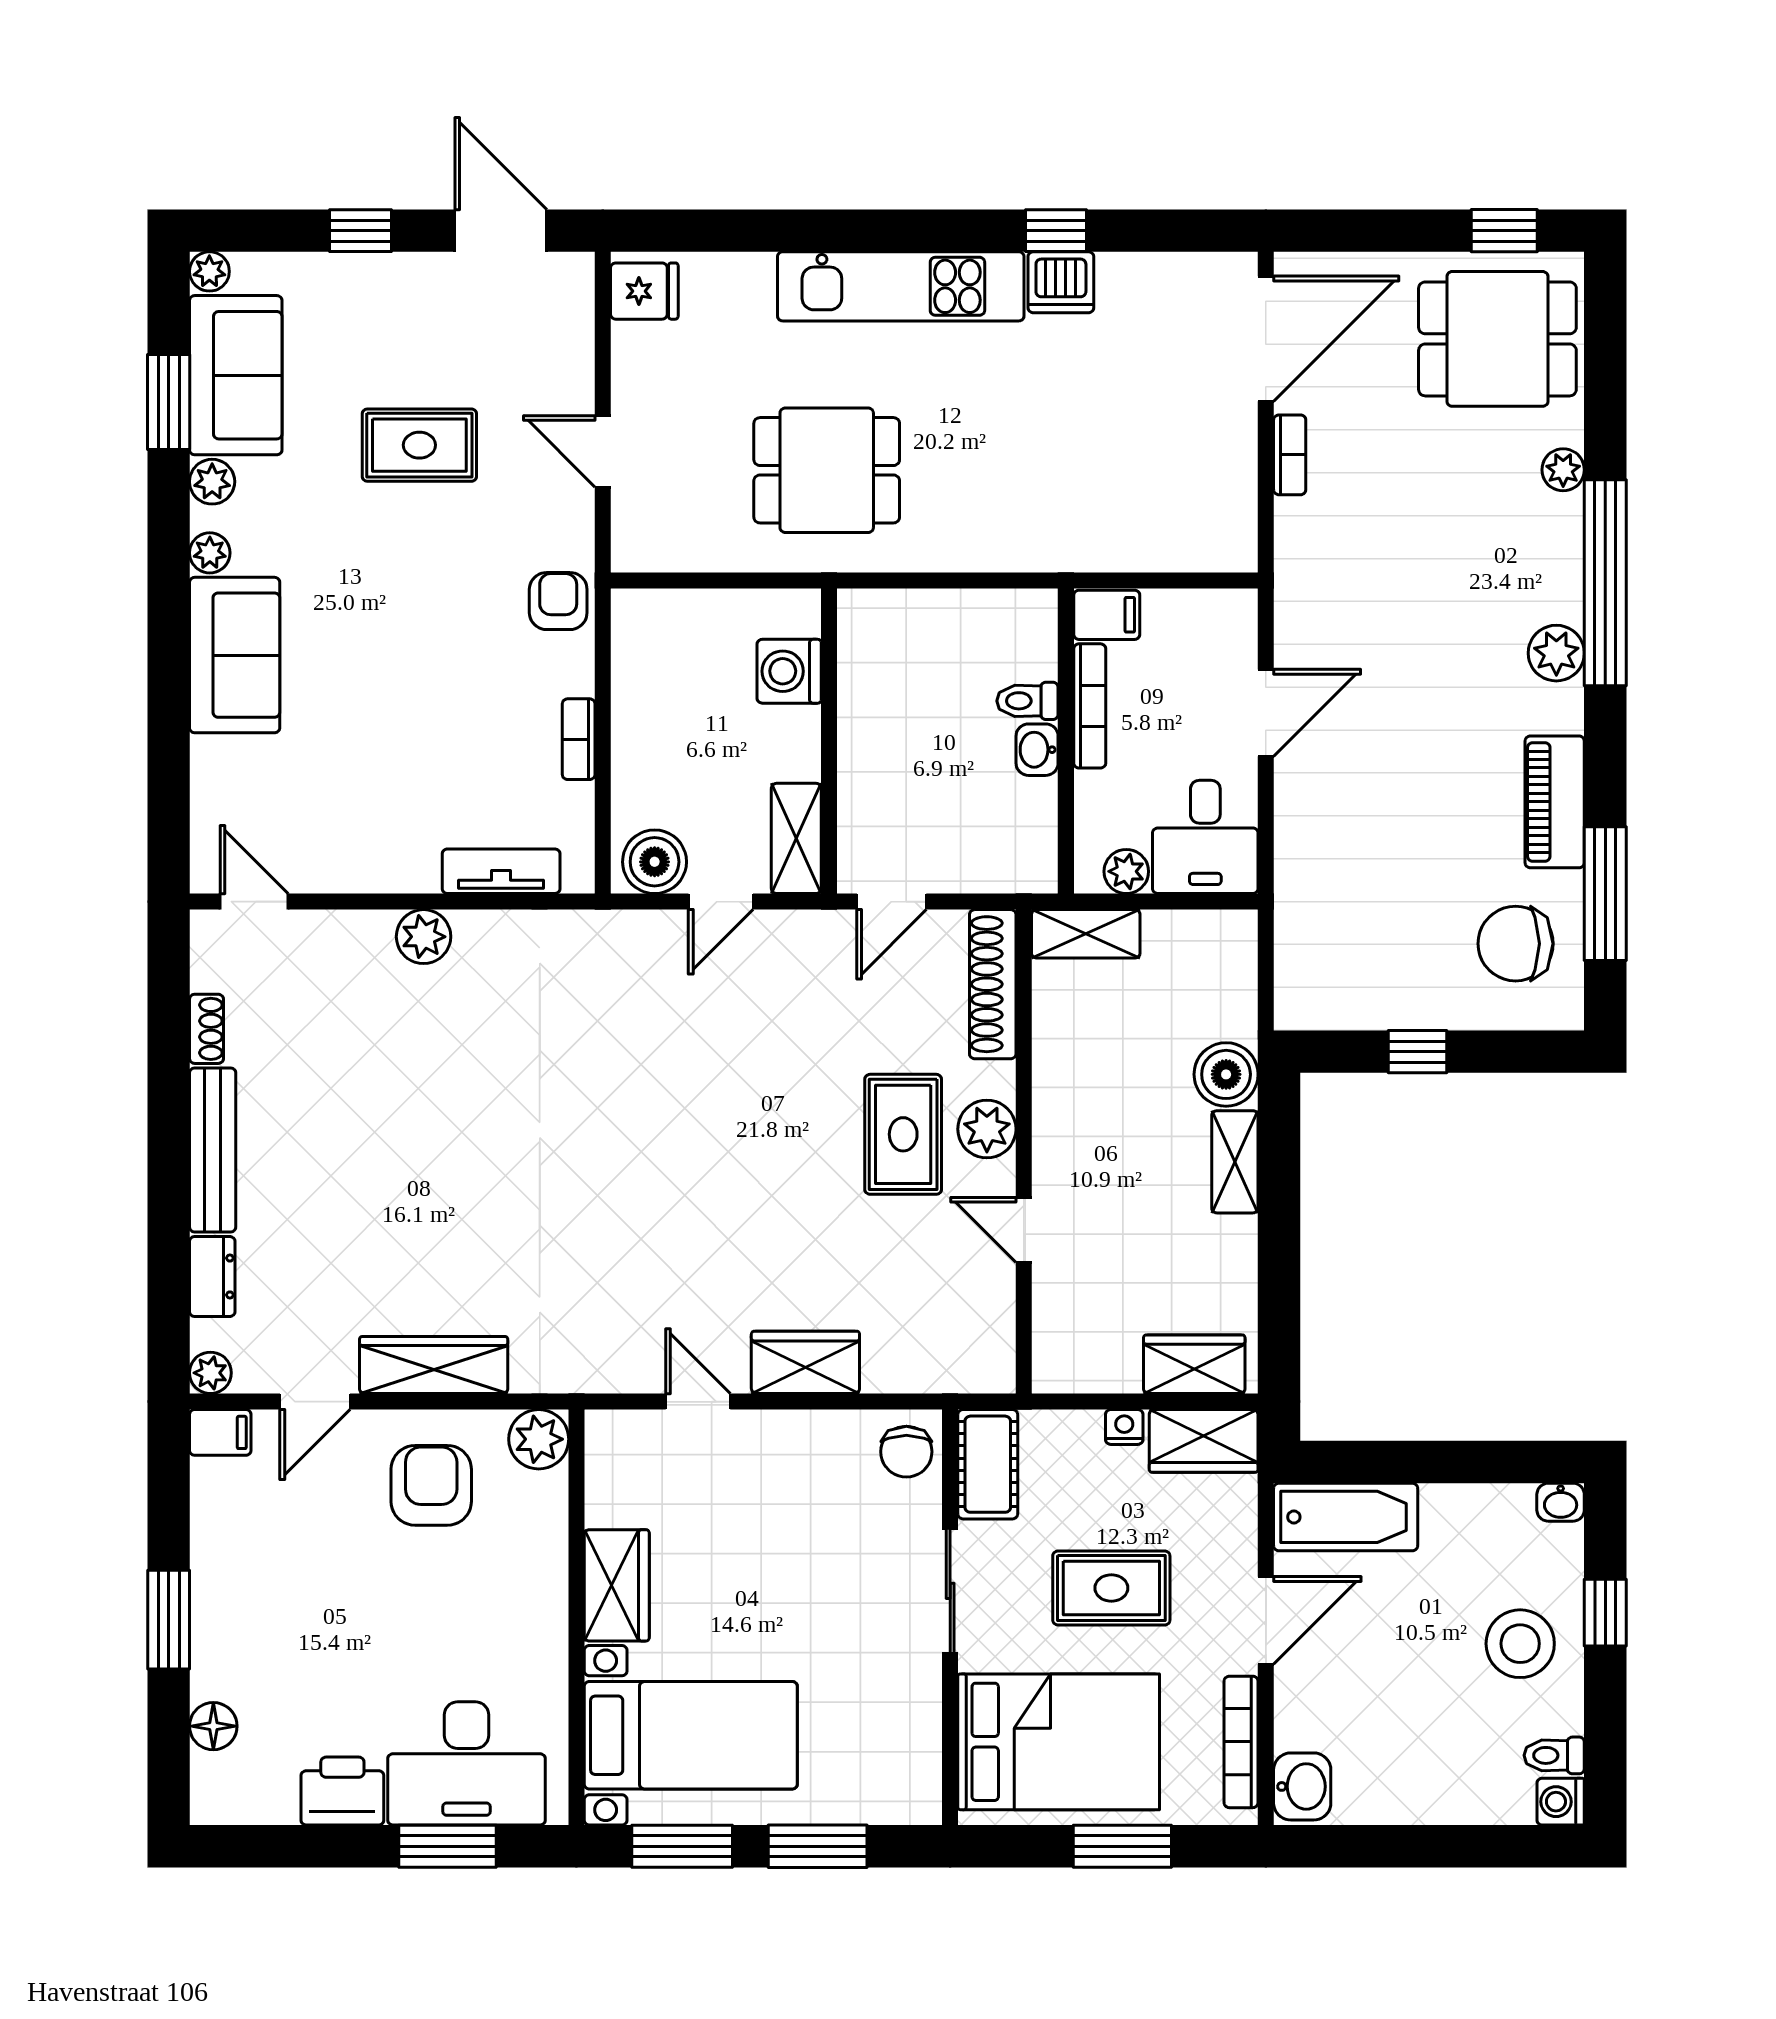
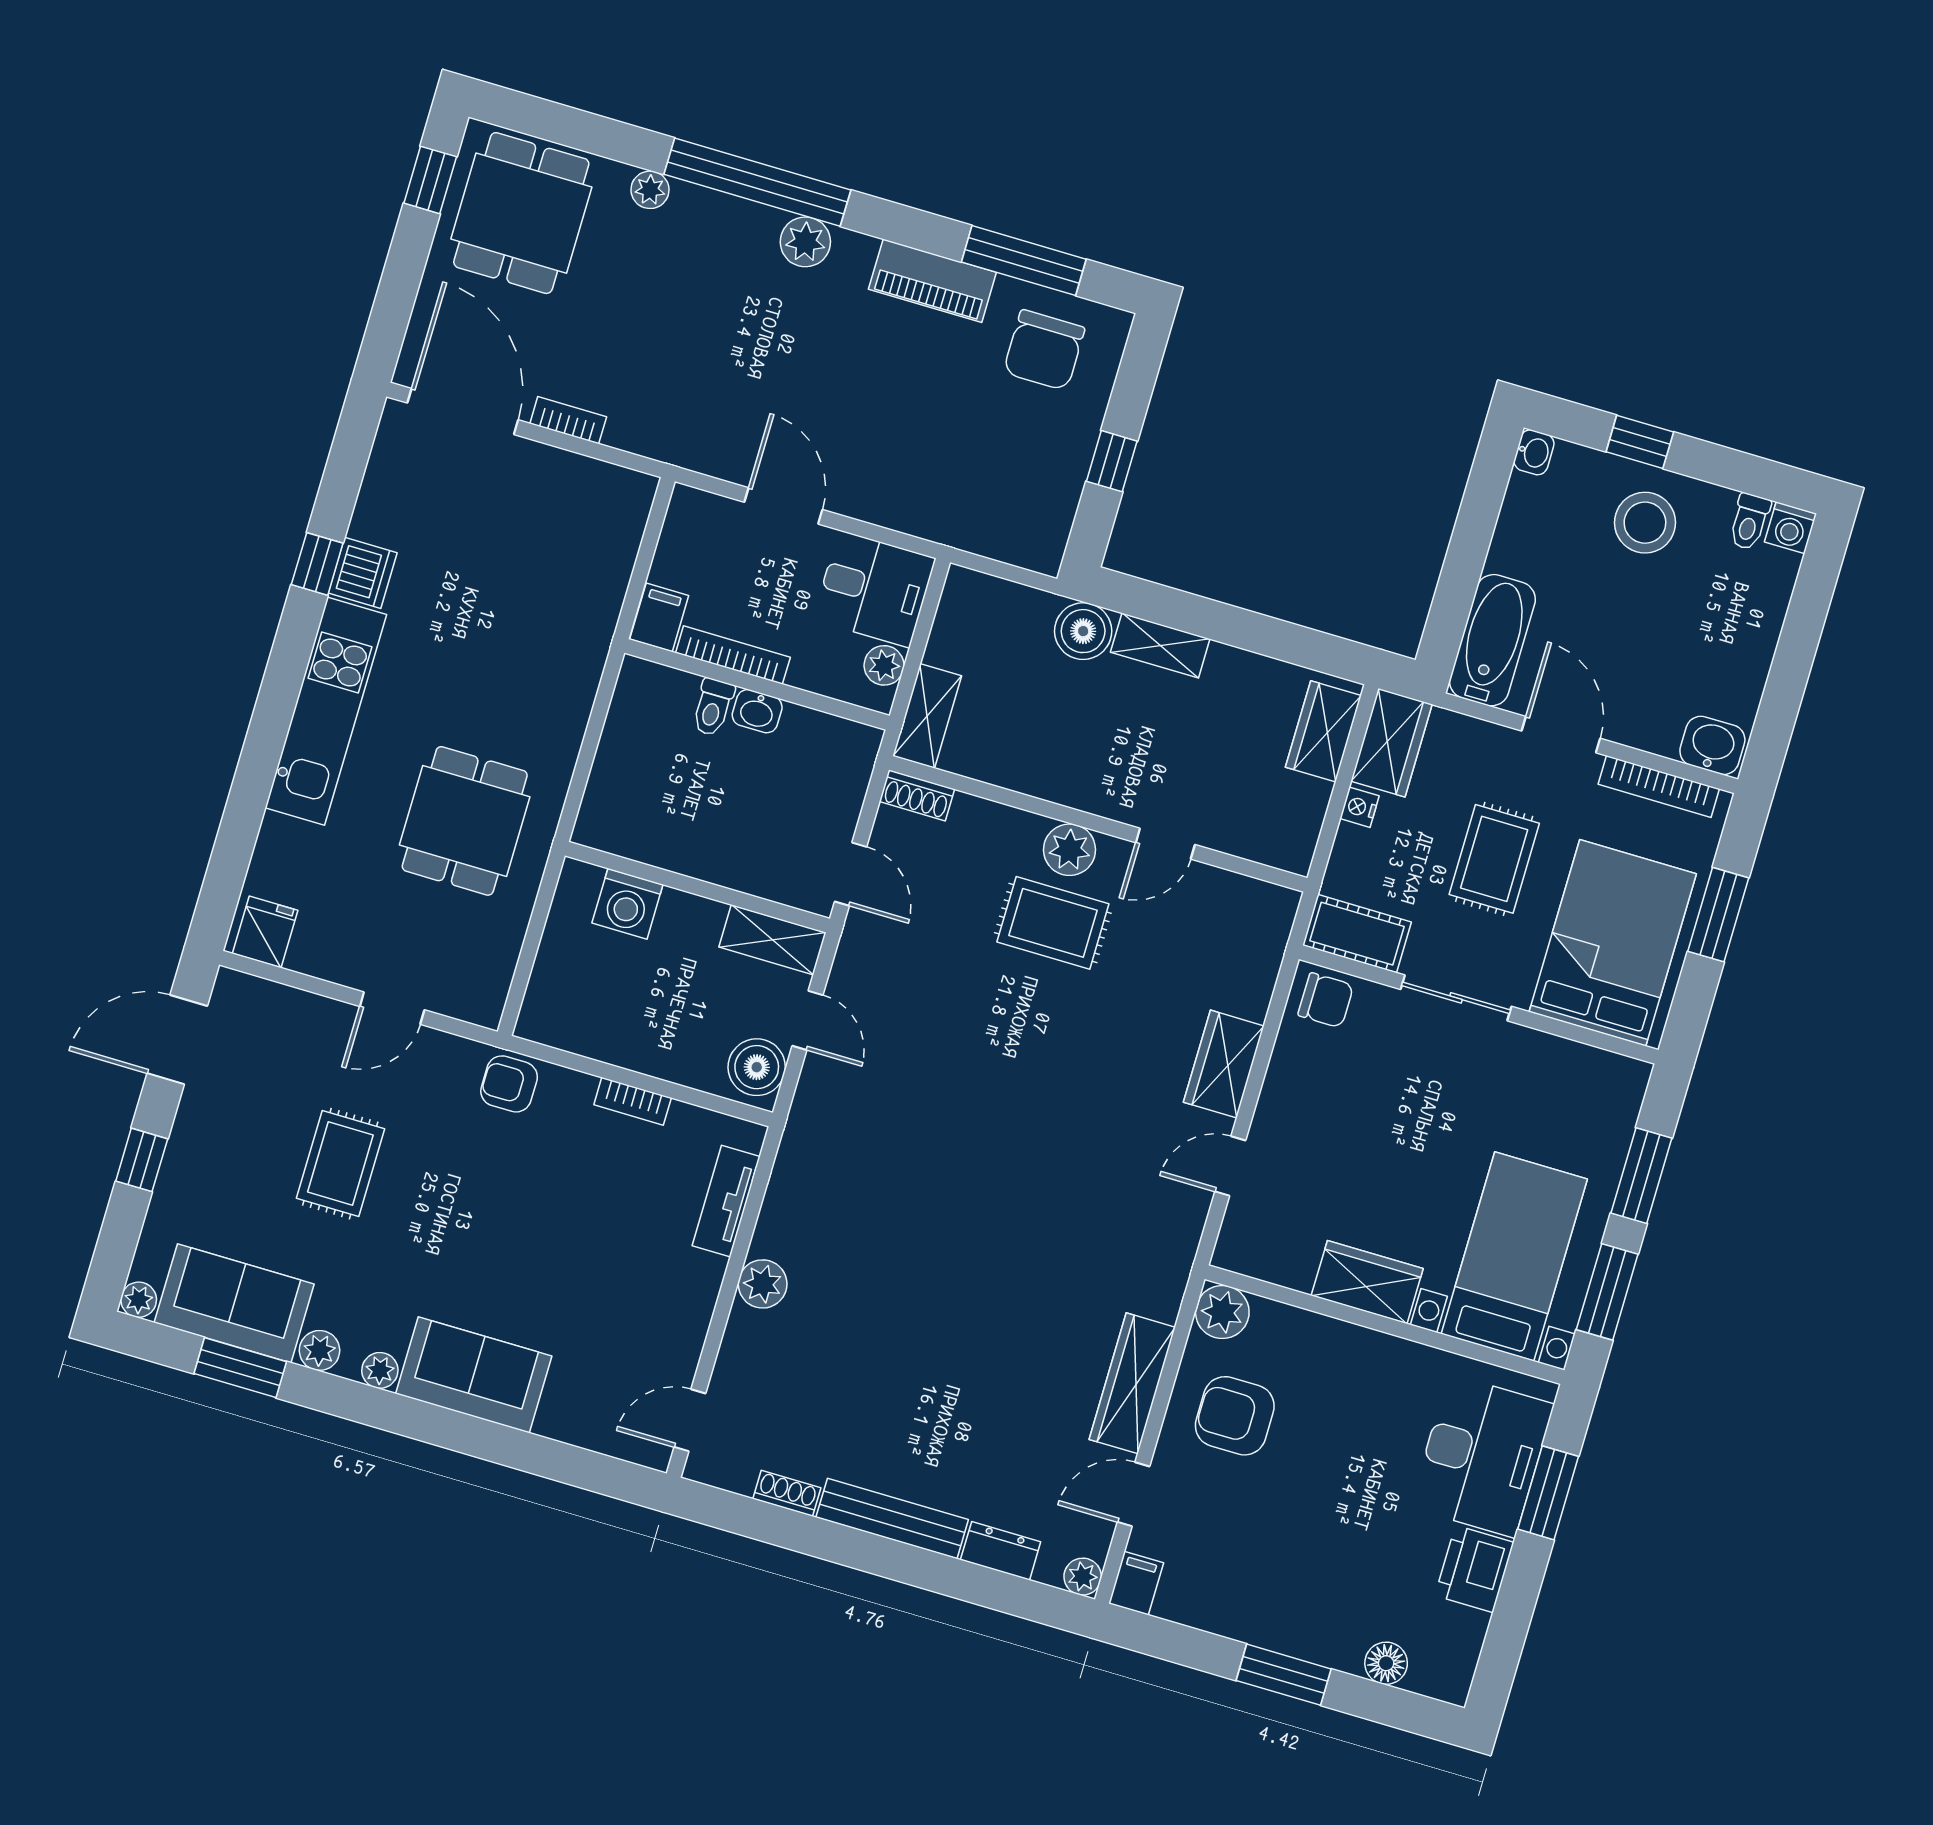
shoe rack: (993, 984) -> (917, 795), width x0.51, depth x0.81
door: (315, 1402) -> (1134, 1494), swing flipped

